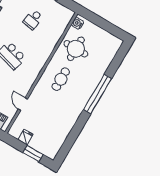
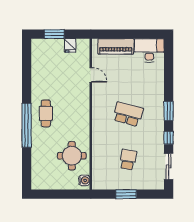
cafe table: (61, 79) -> (46, 113), moved

